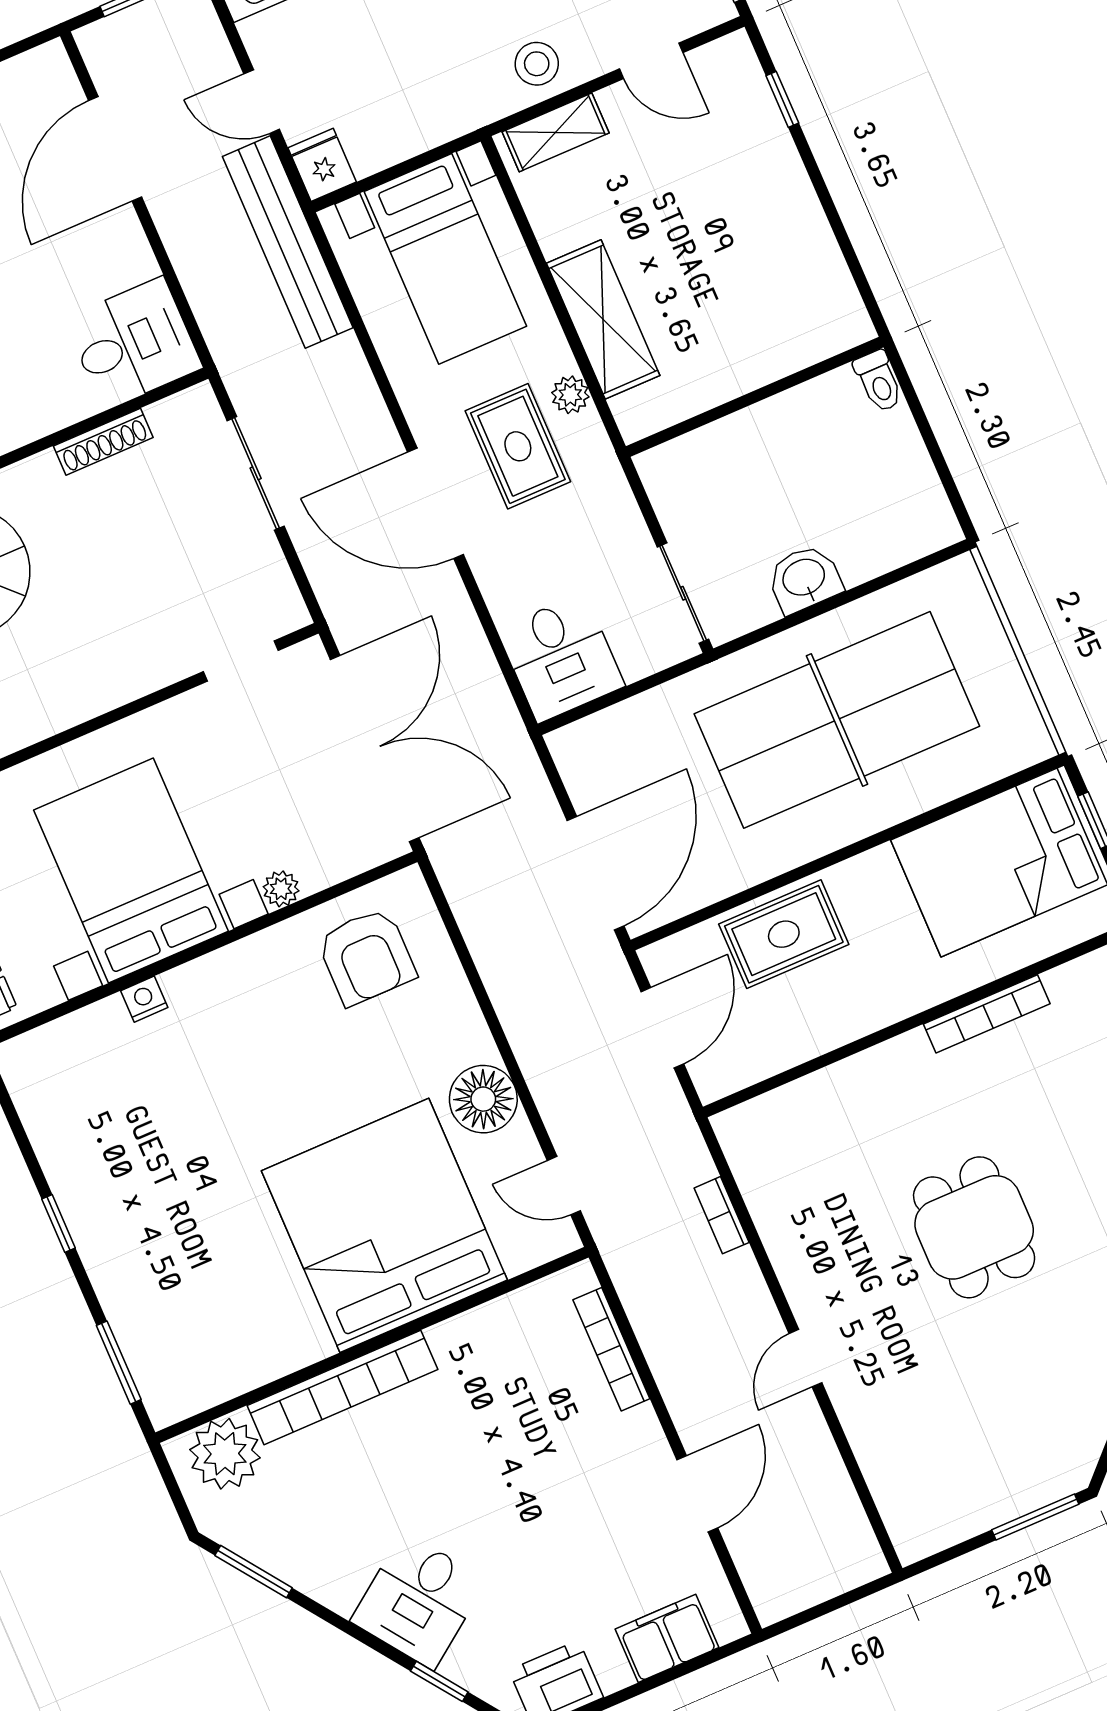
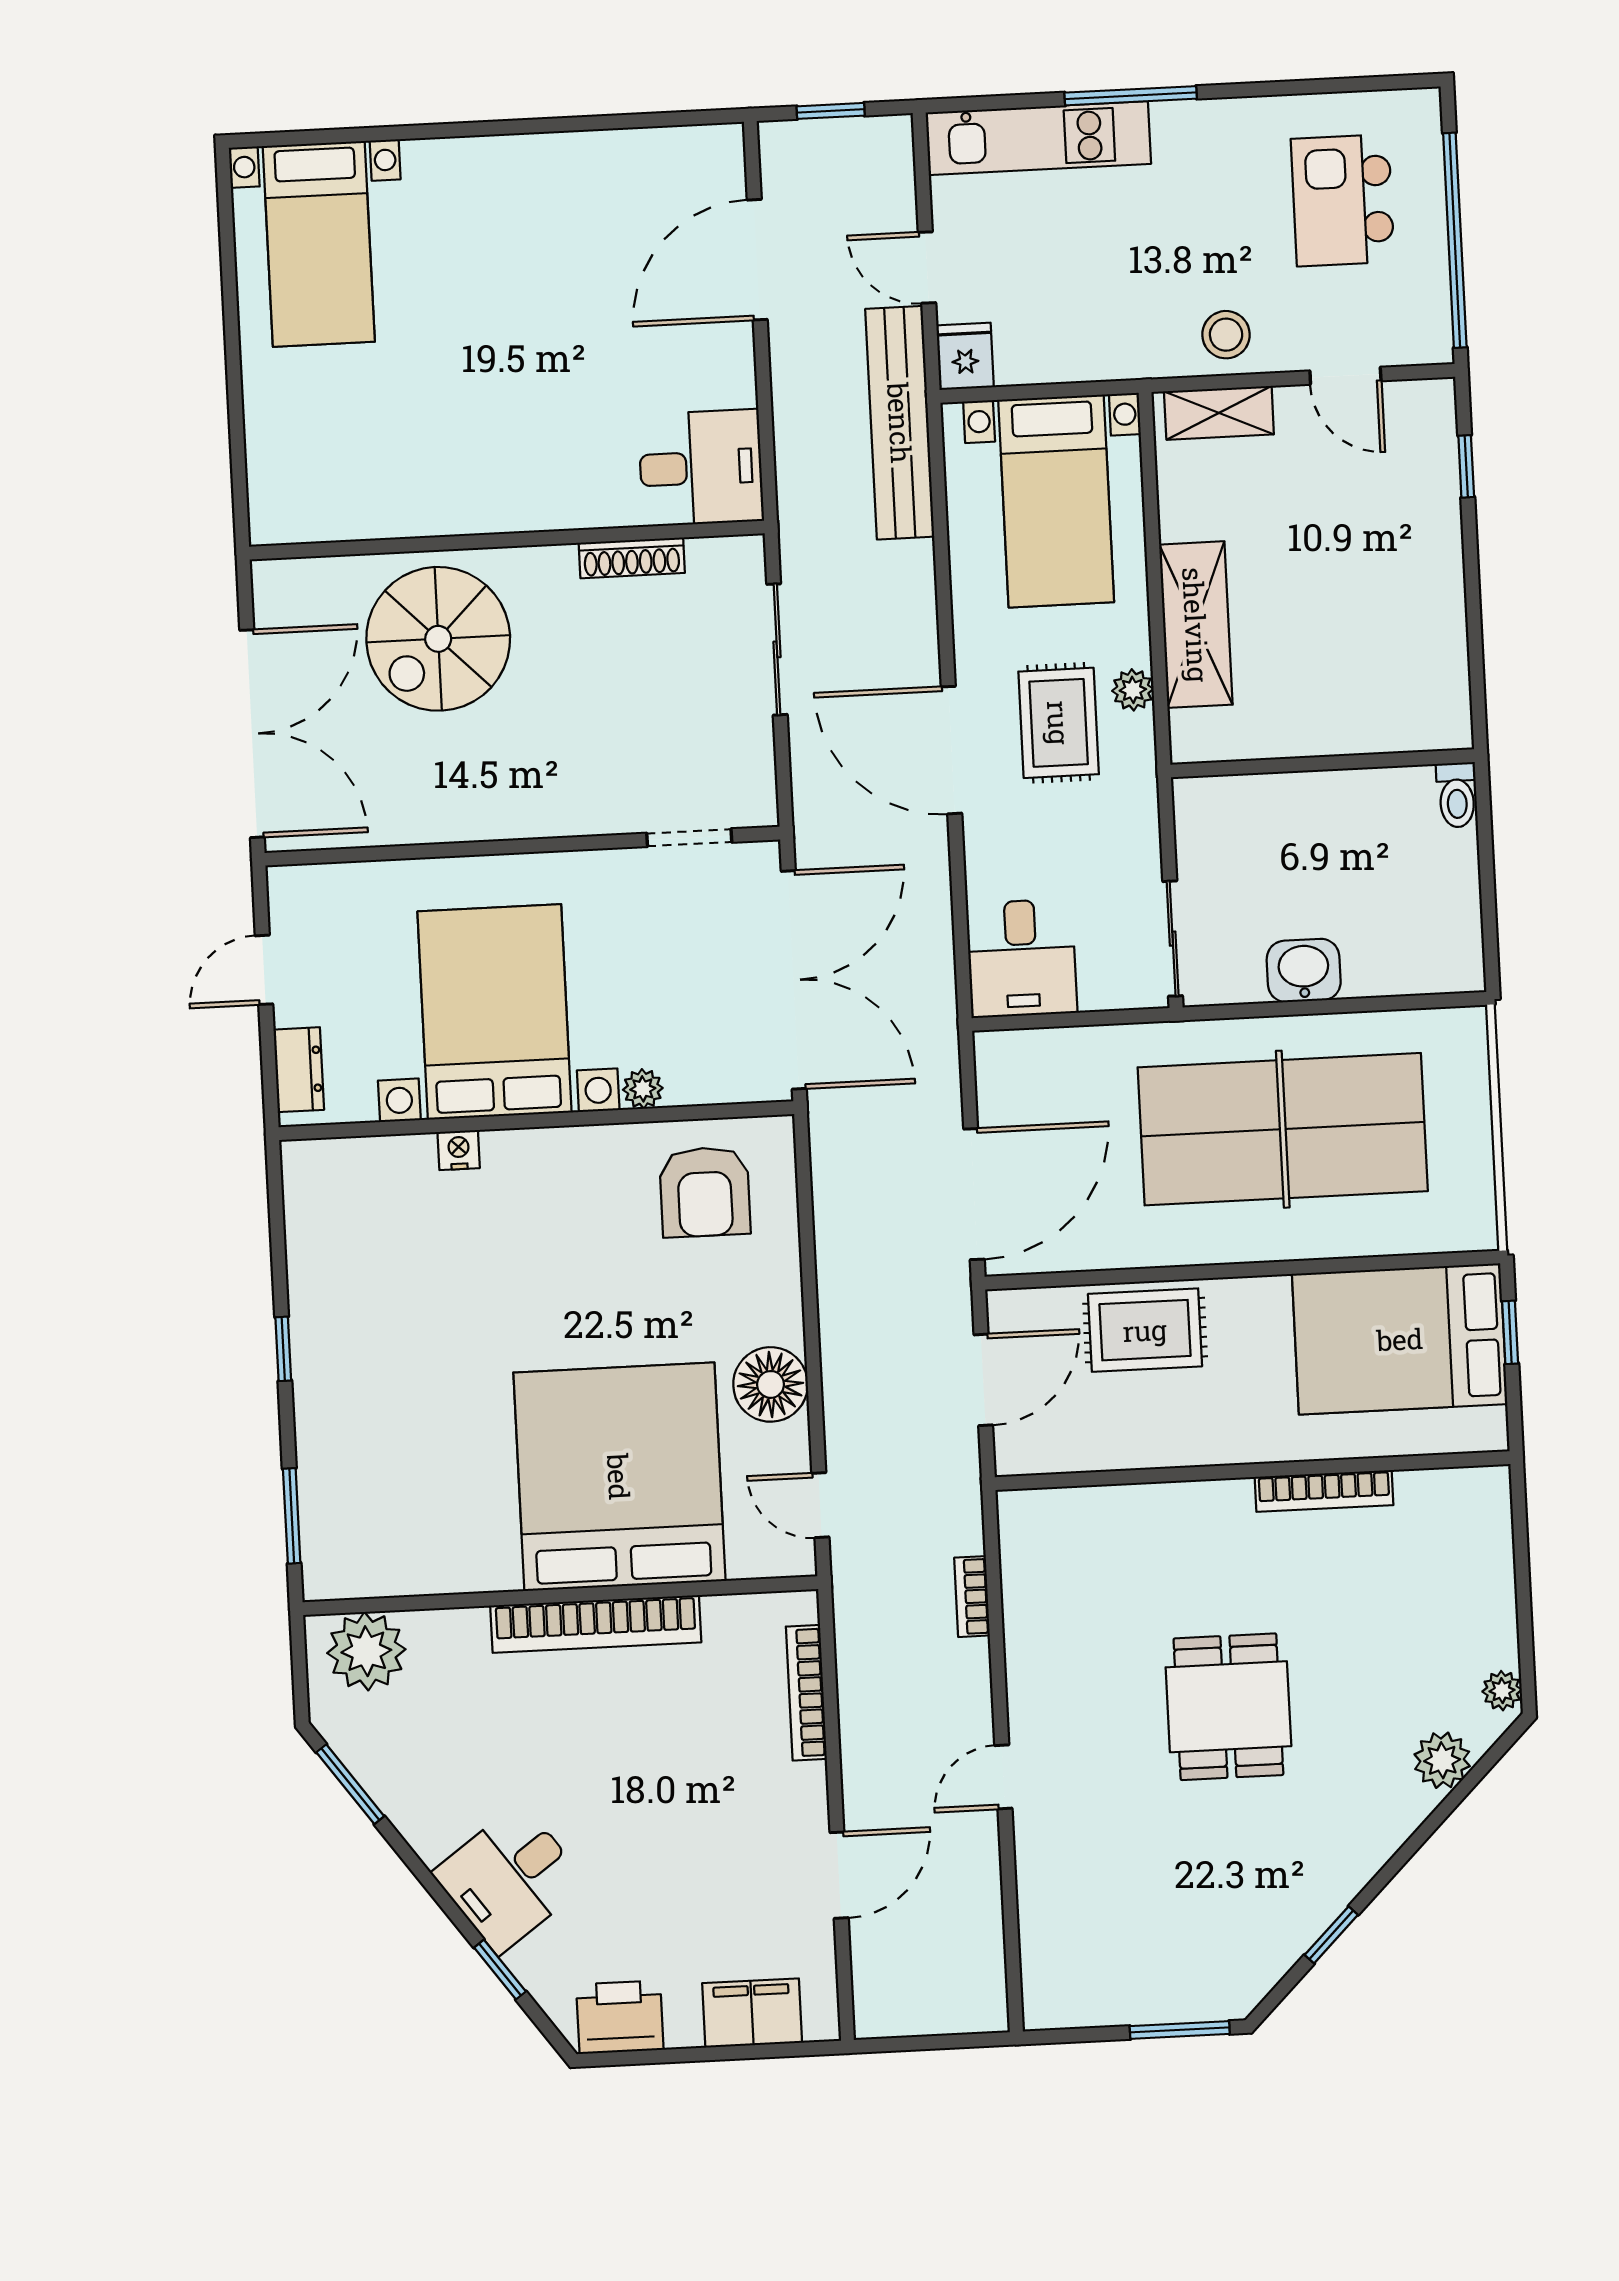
bookcase: (342, 1387) -> (596, 1624), moved

